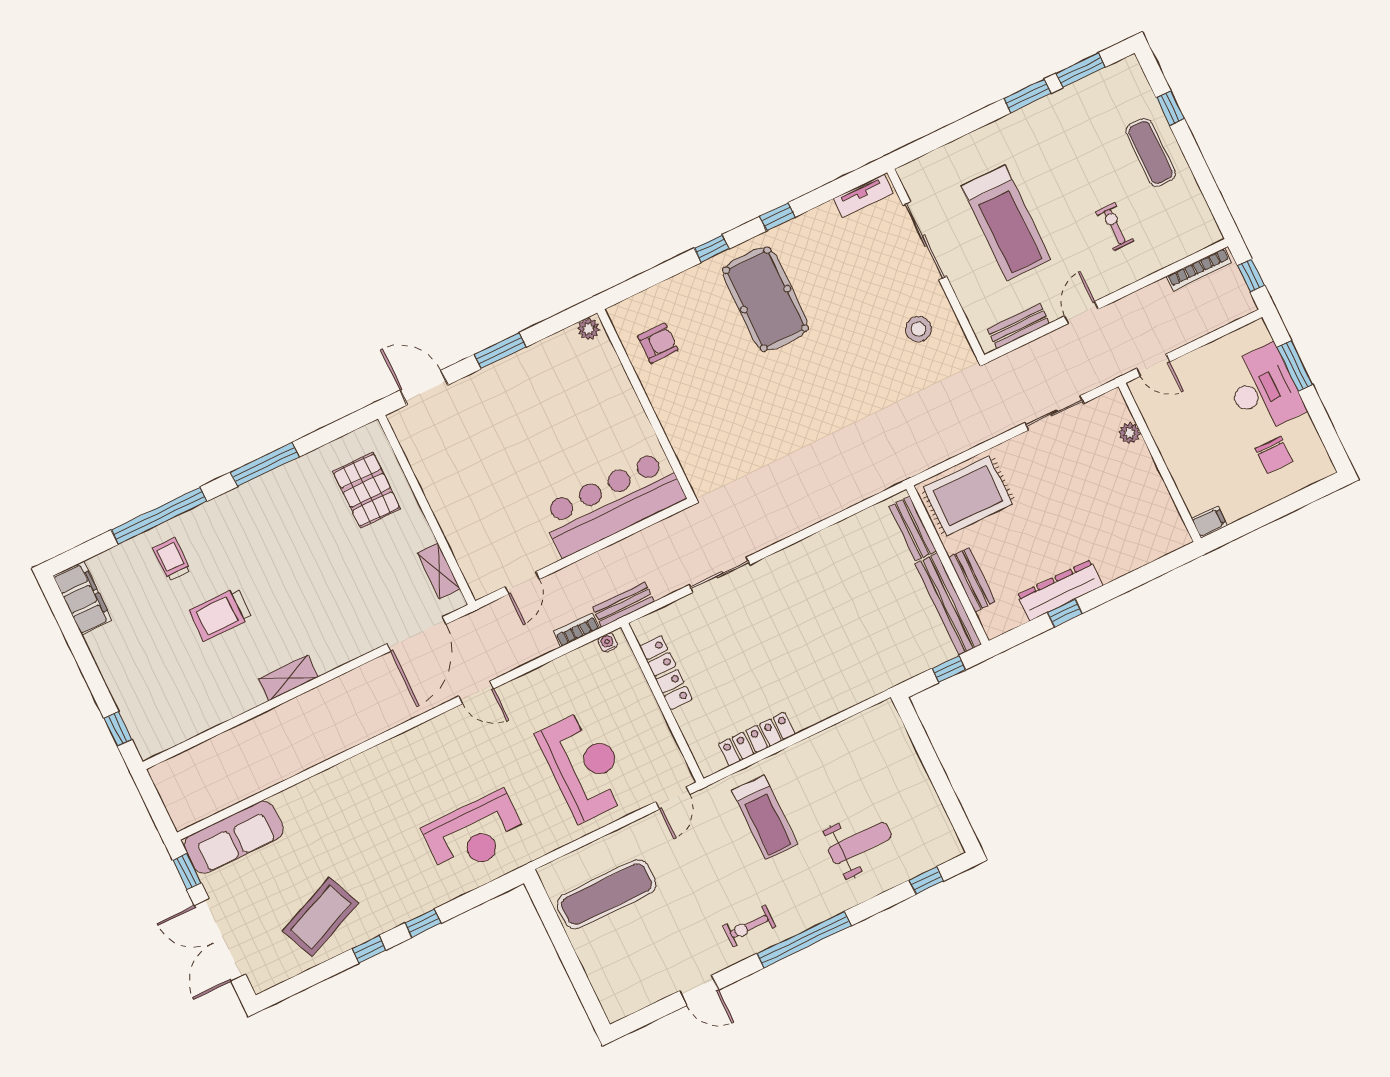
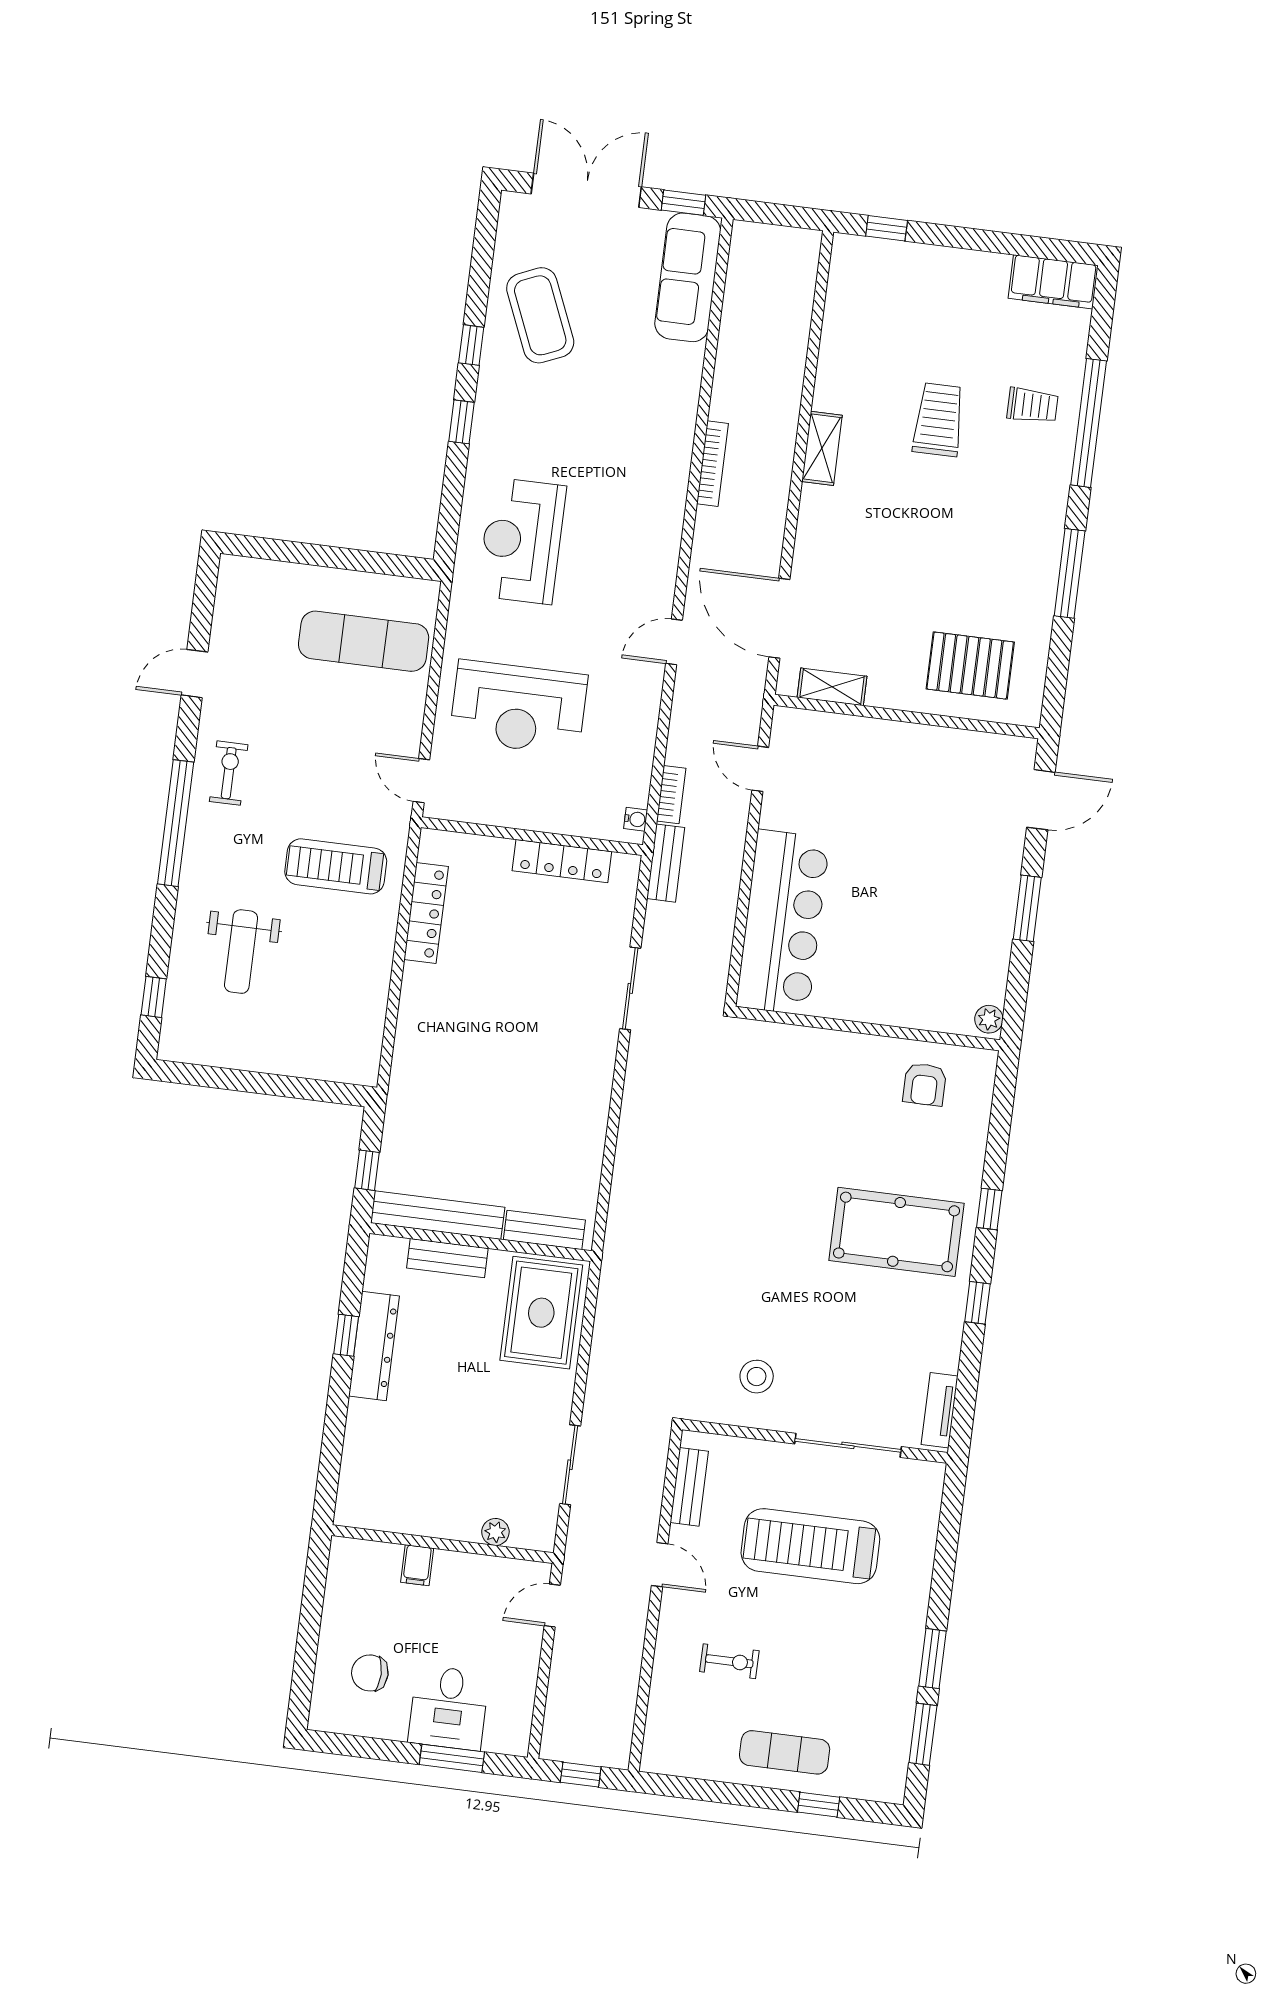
bookcase: (1199, 269) -> (712, 464), moved, turned 180
desk: (1263, 389) -> (449, 1708), width x0.73
filing cabinet: (1209, 522) -> (417, 1565), moved
exercise mat: (607, 894) -> (364, 641), turned 90

